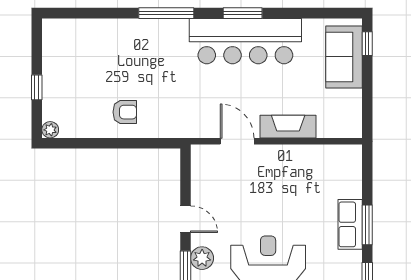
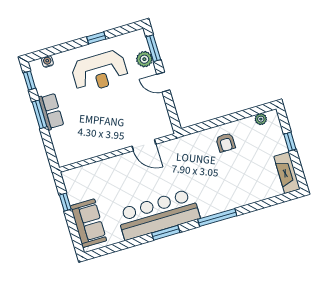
window: (367, 44) -> (65, 202), moved
armchair: (125, 112) -> (226, 142), turned -90
fireplace: (288, 127) -> (287, 173), moved, turned 90
plant: (50, 130) -> (261, 119), moved

